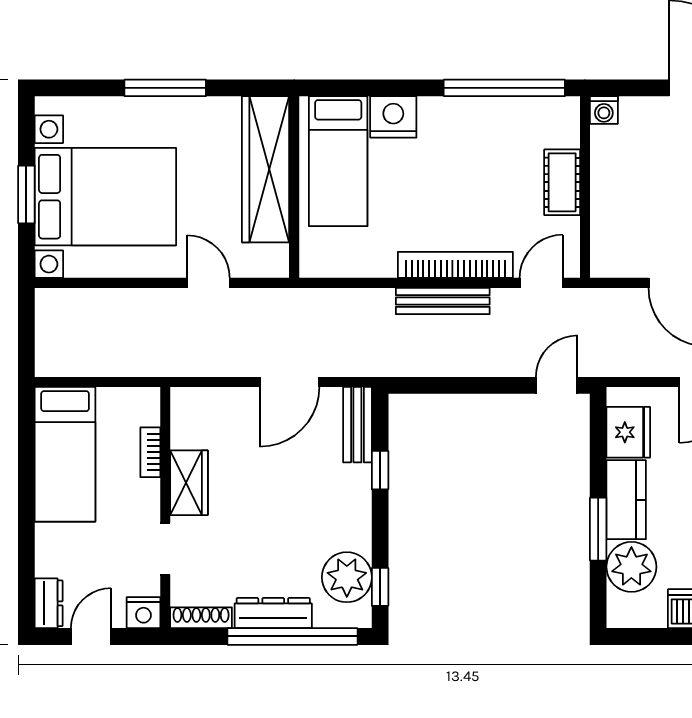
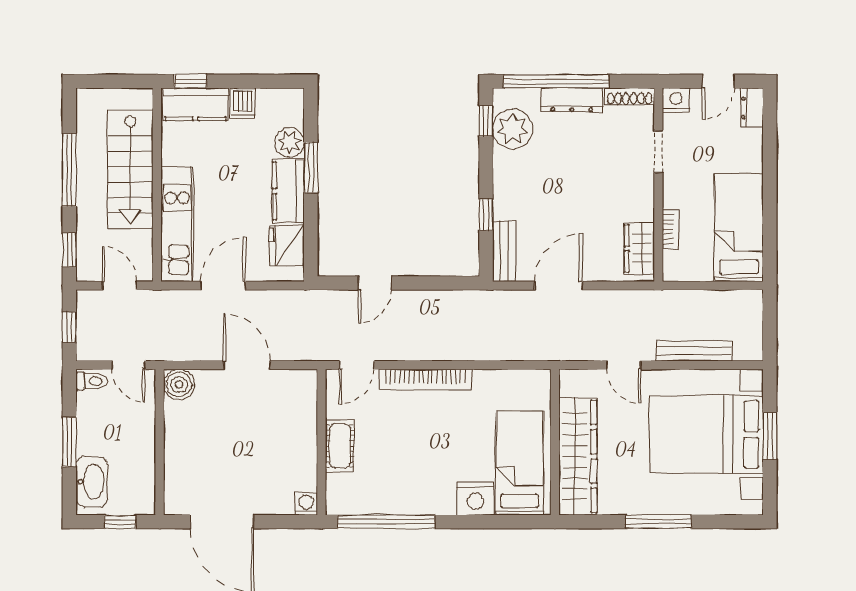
bench: (443, 301) -> (694, 351), moved
door: (557, 385) -> (375, 283), moved
wardrobe: (189, 483) -> (639, 249), moved
plant: (631, 567) -> (289, 143), width x0.73, depth x0.73

